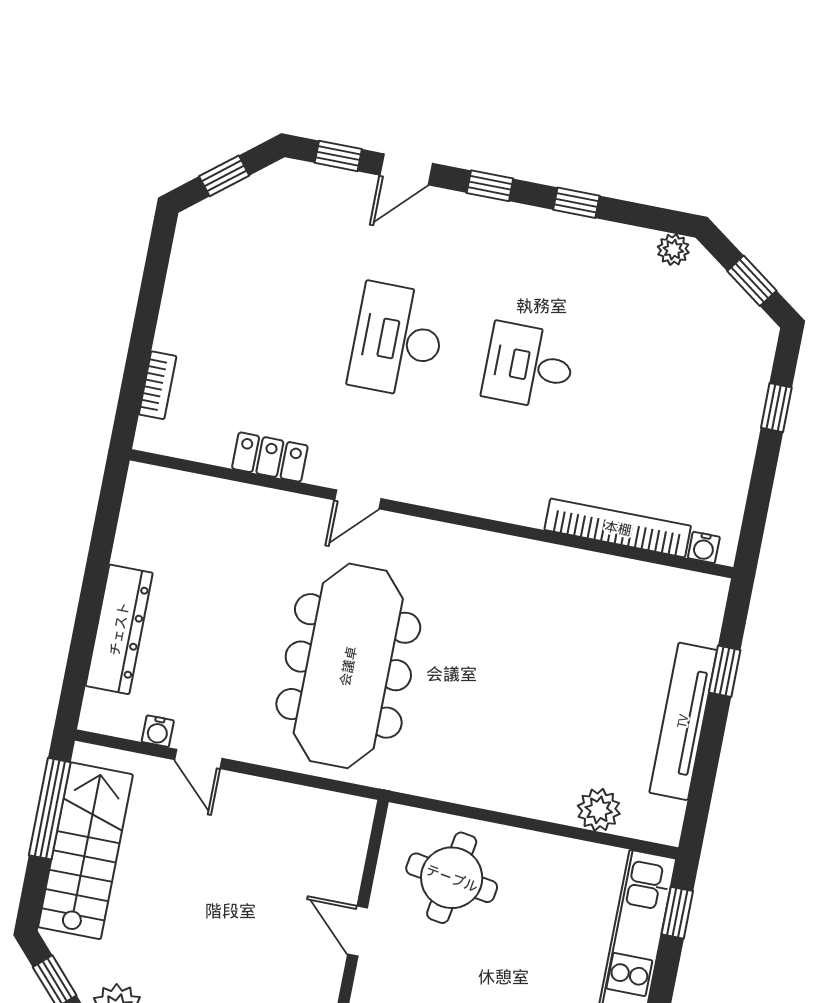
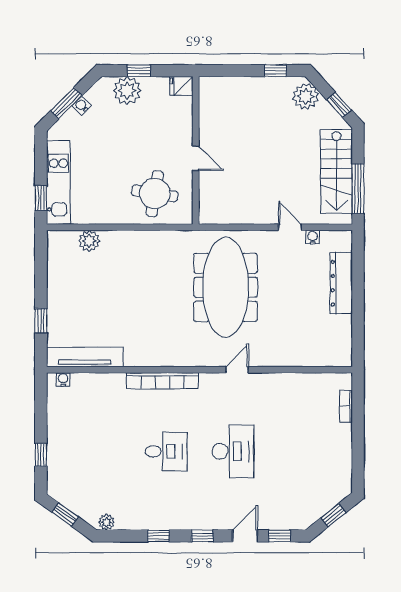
locker: (270, 457) -> (284, 382), removed
bookcase: (618, 528) -> (162, 381), moved
tv unit: (683, 721) -> (85, 357), moved, turned -90

